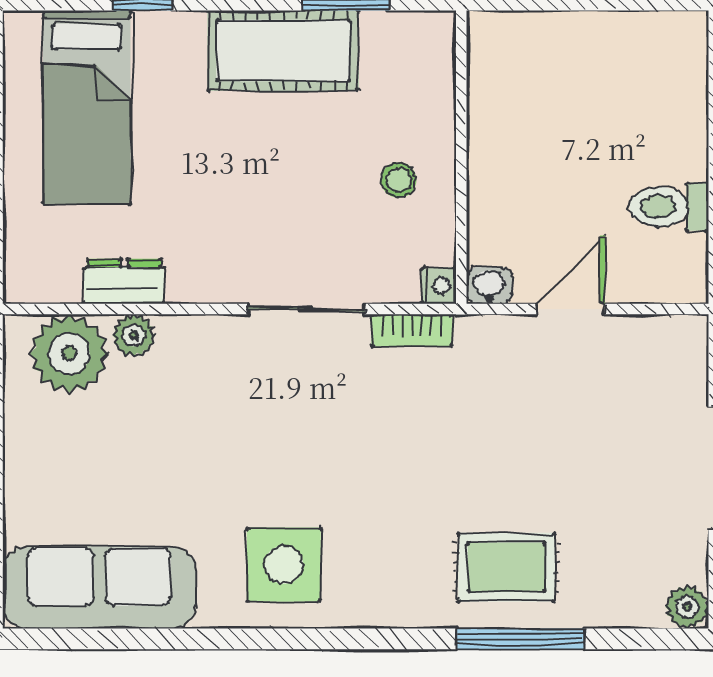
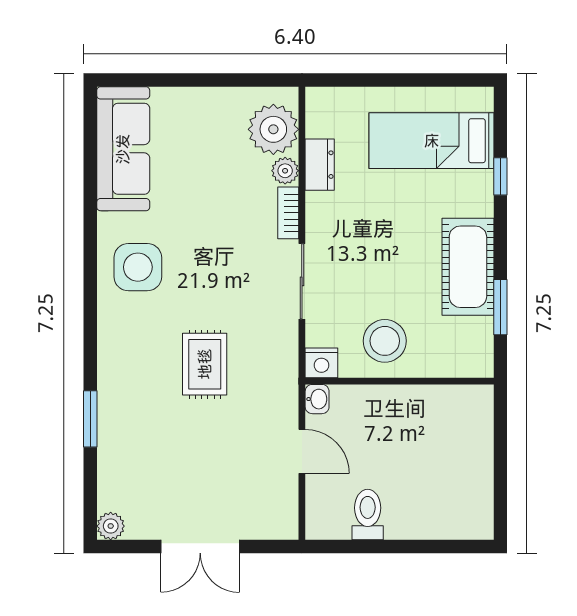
stool: (399, 180) -> (385, 341), width x1.89, depth x1.89
nightstand: (439, 286) -> (321, 363), width x1.39, depth x1.35
bookcase: (412, 330) -> (288, 213), moved
rug: (507, 567) -> (205, 364), moved
window: (520, 639) -> (90, 419), width x0.69

